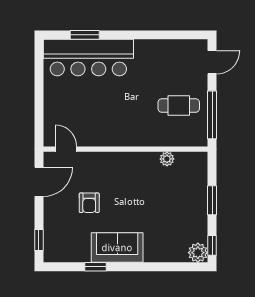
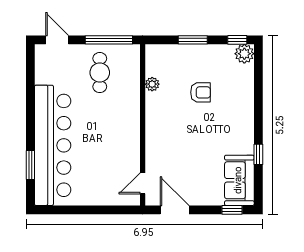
bar counter: (88, 58) -> (53, 145), width x1.36
armchair: (89, 203) -> (201, 92), moved
sofa: (117, 248) -> (239, 180), moved

